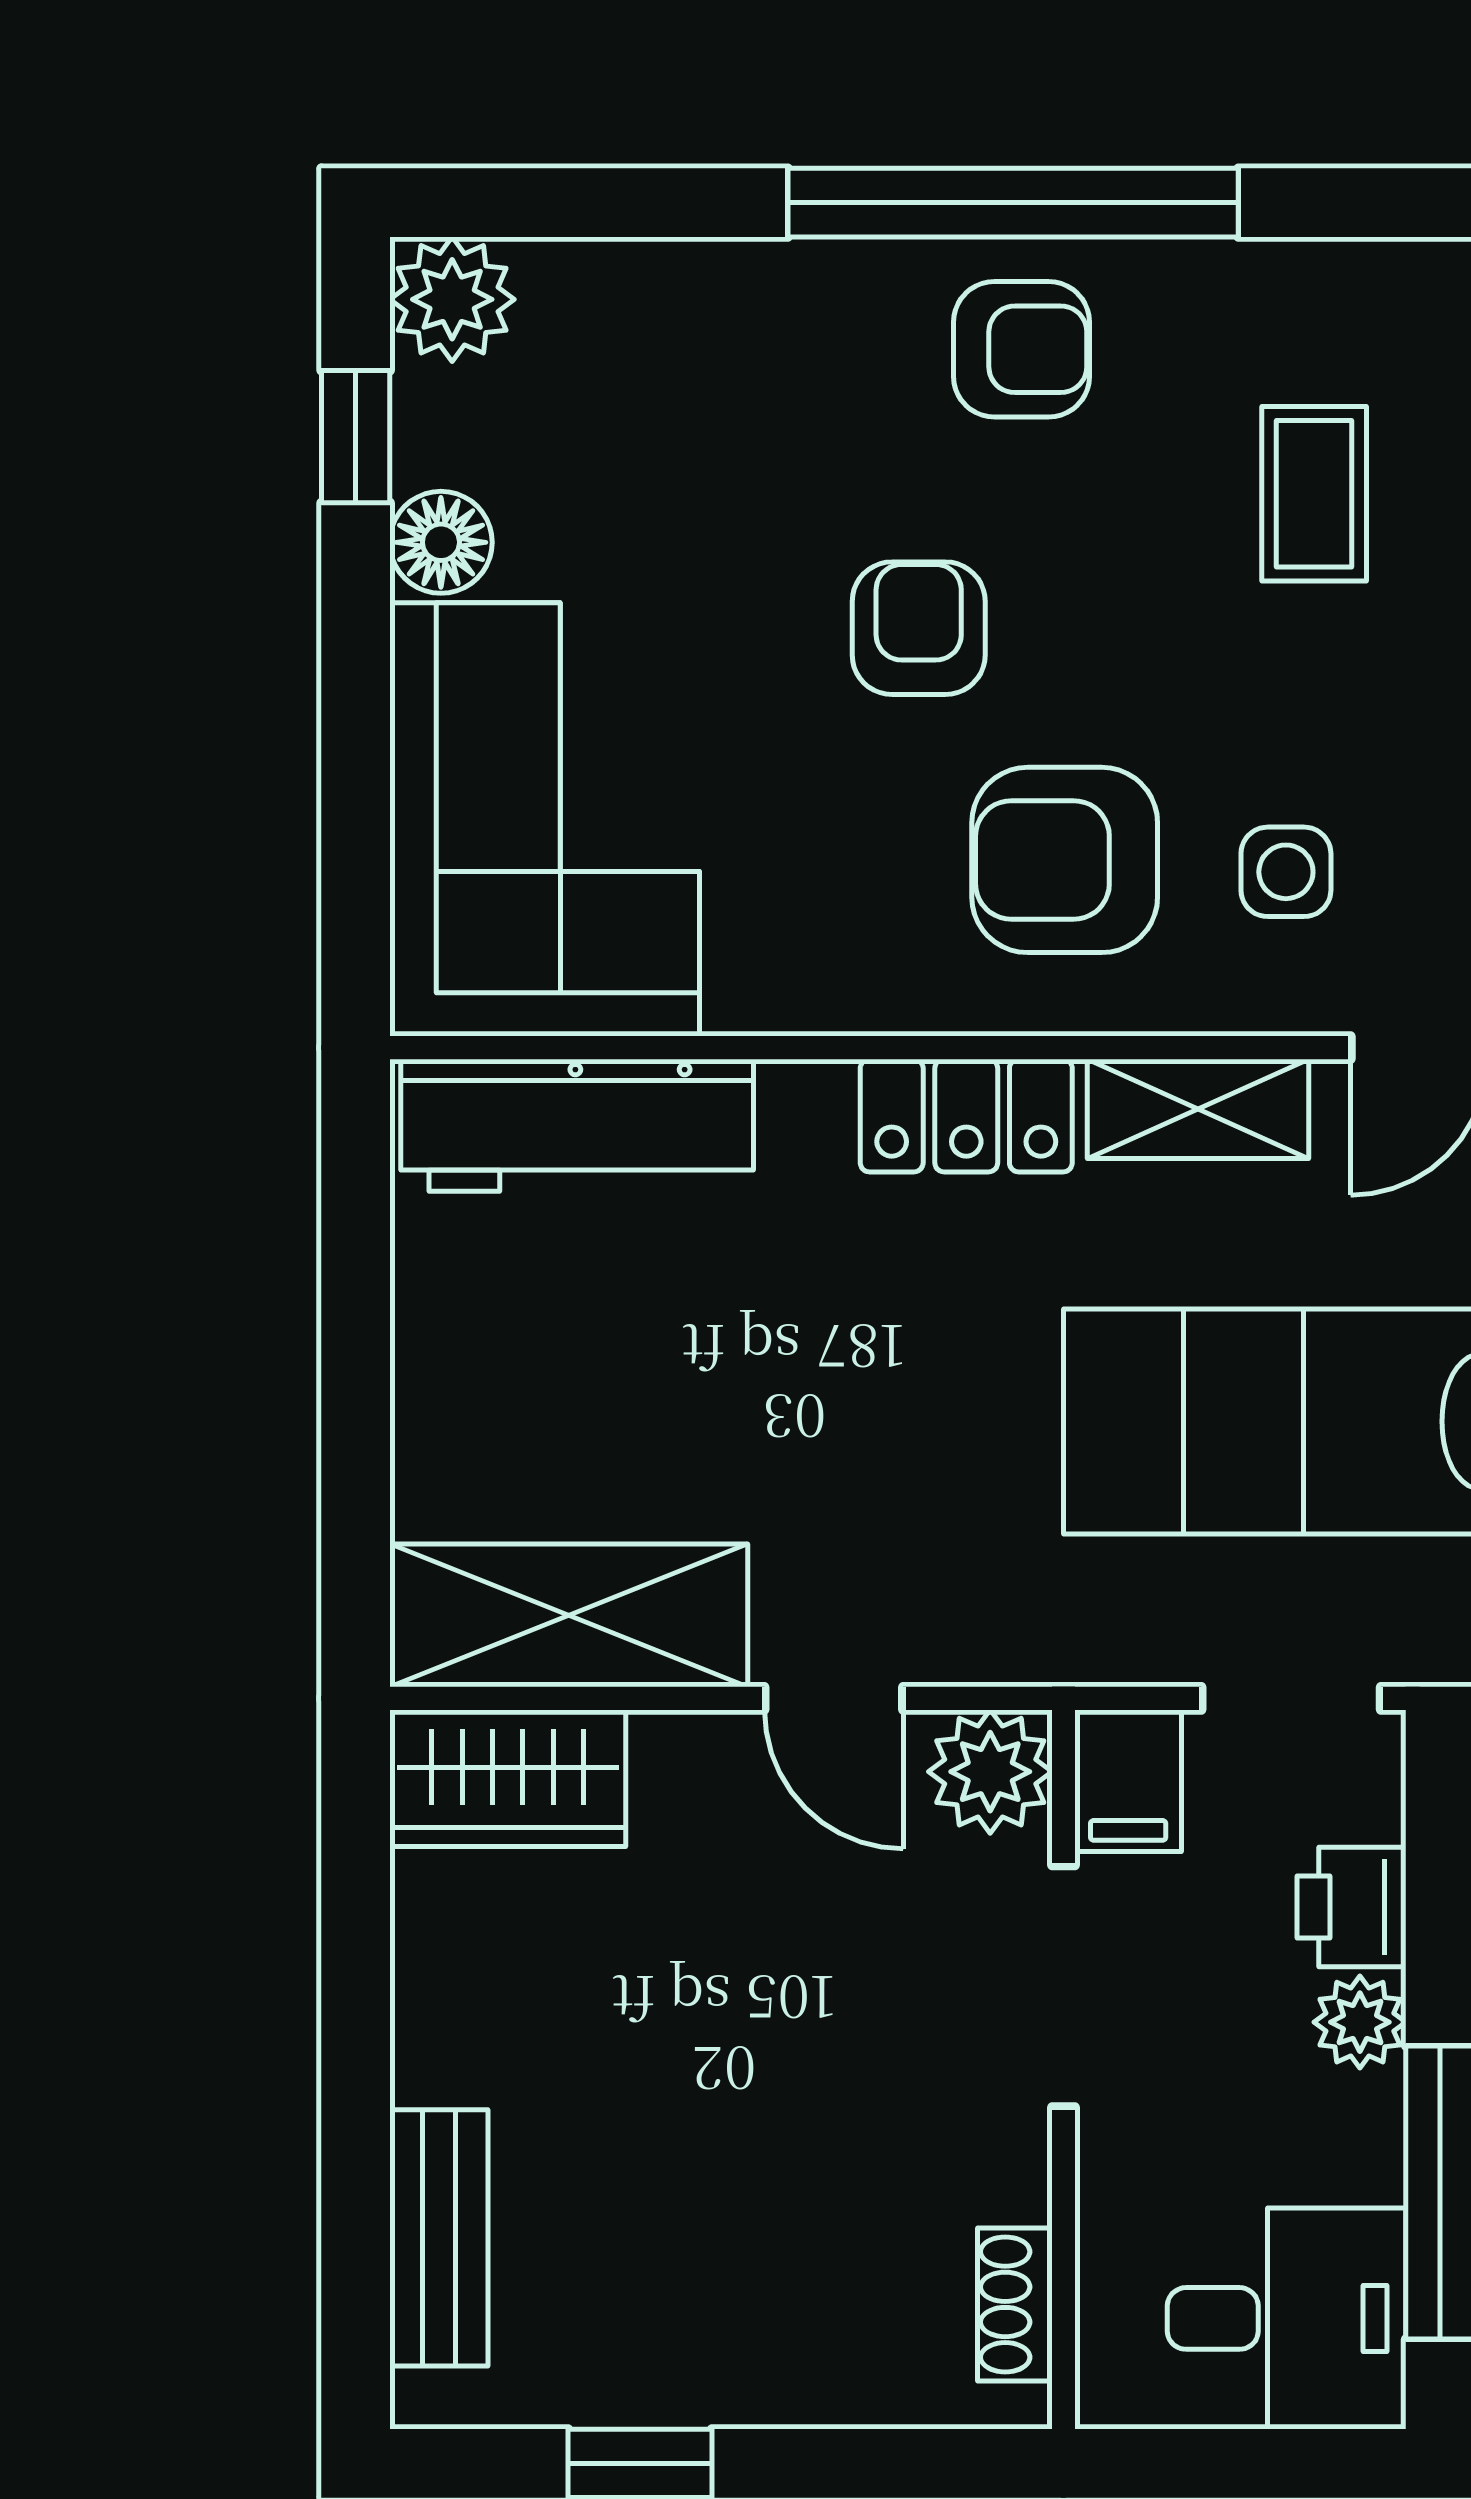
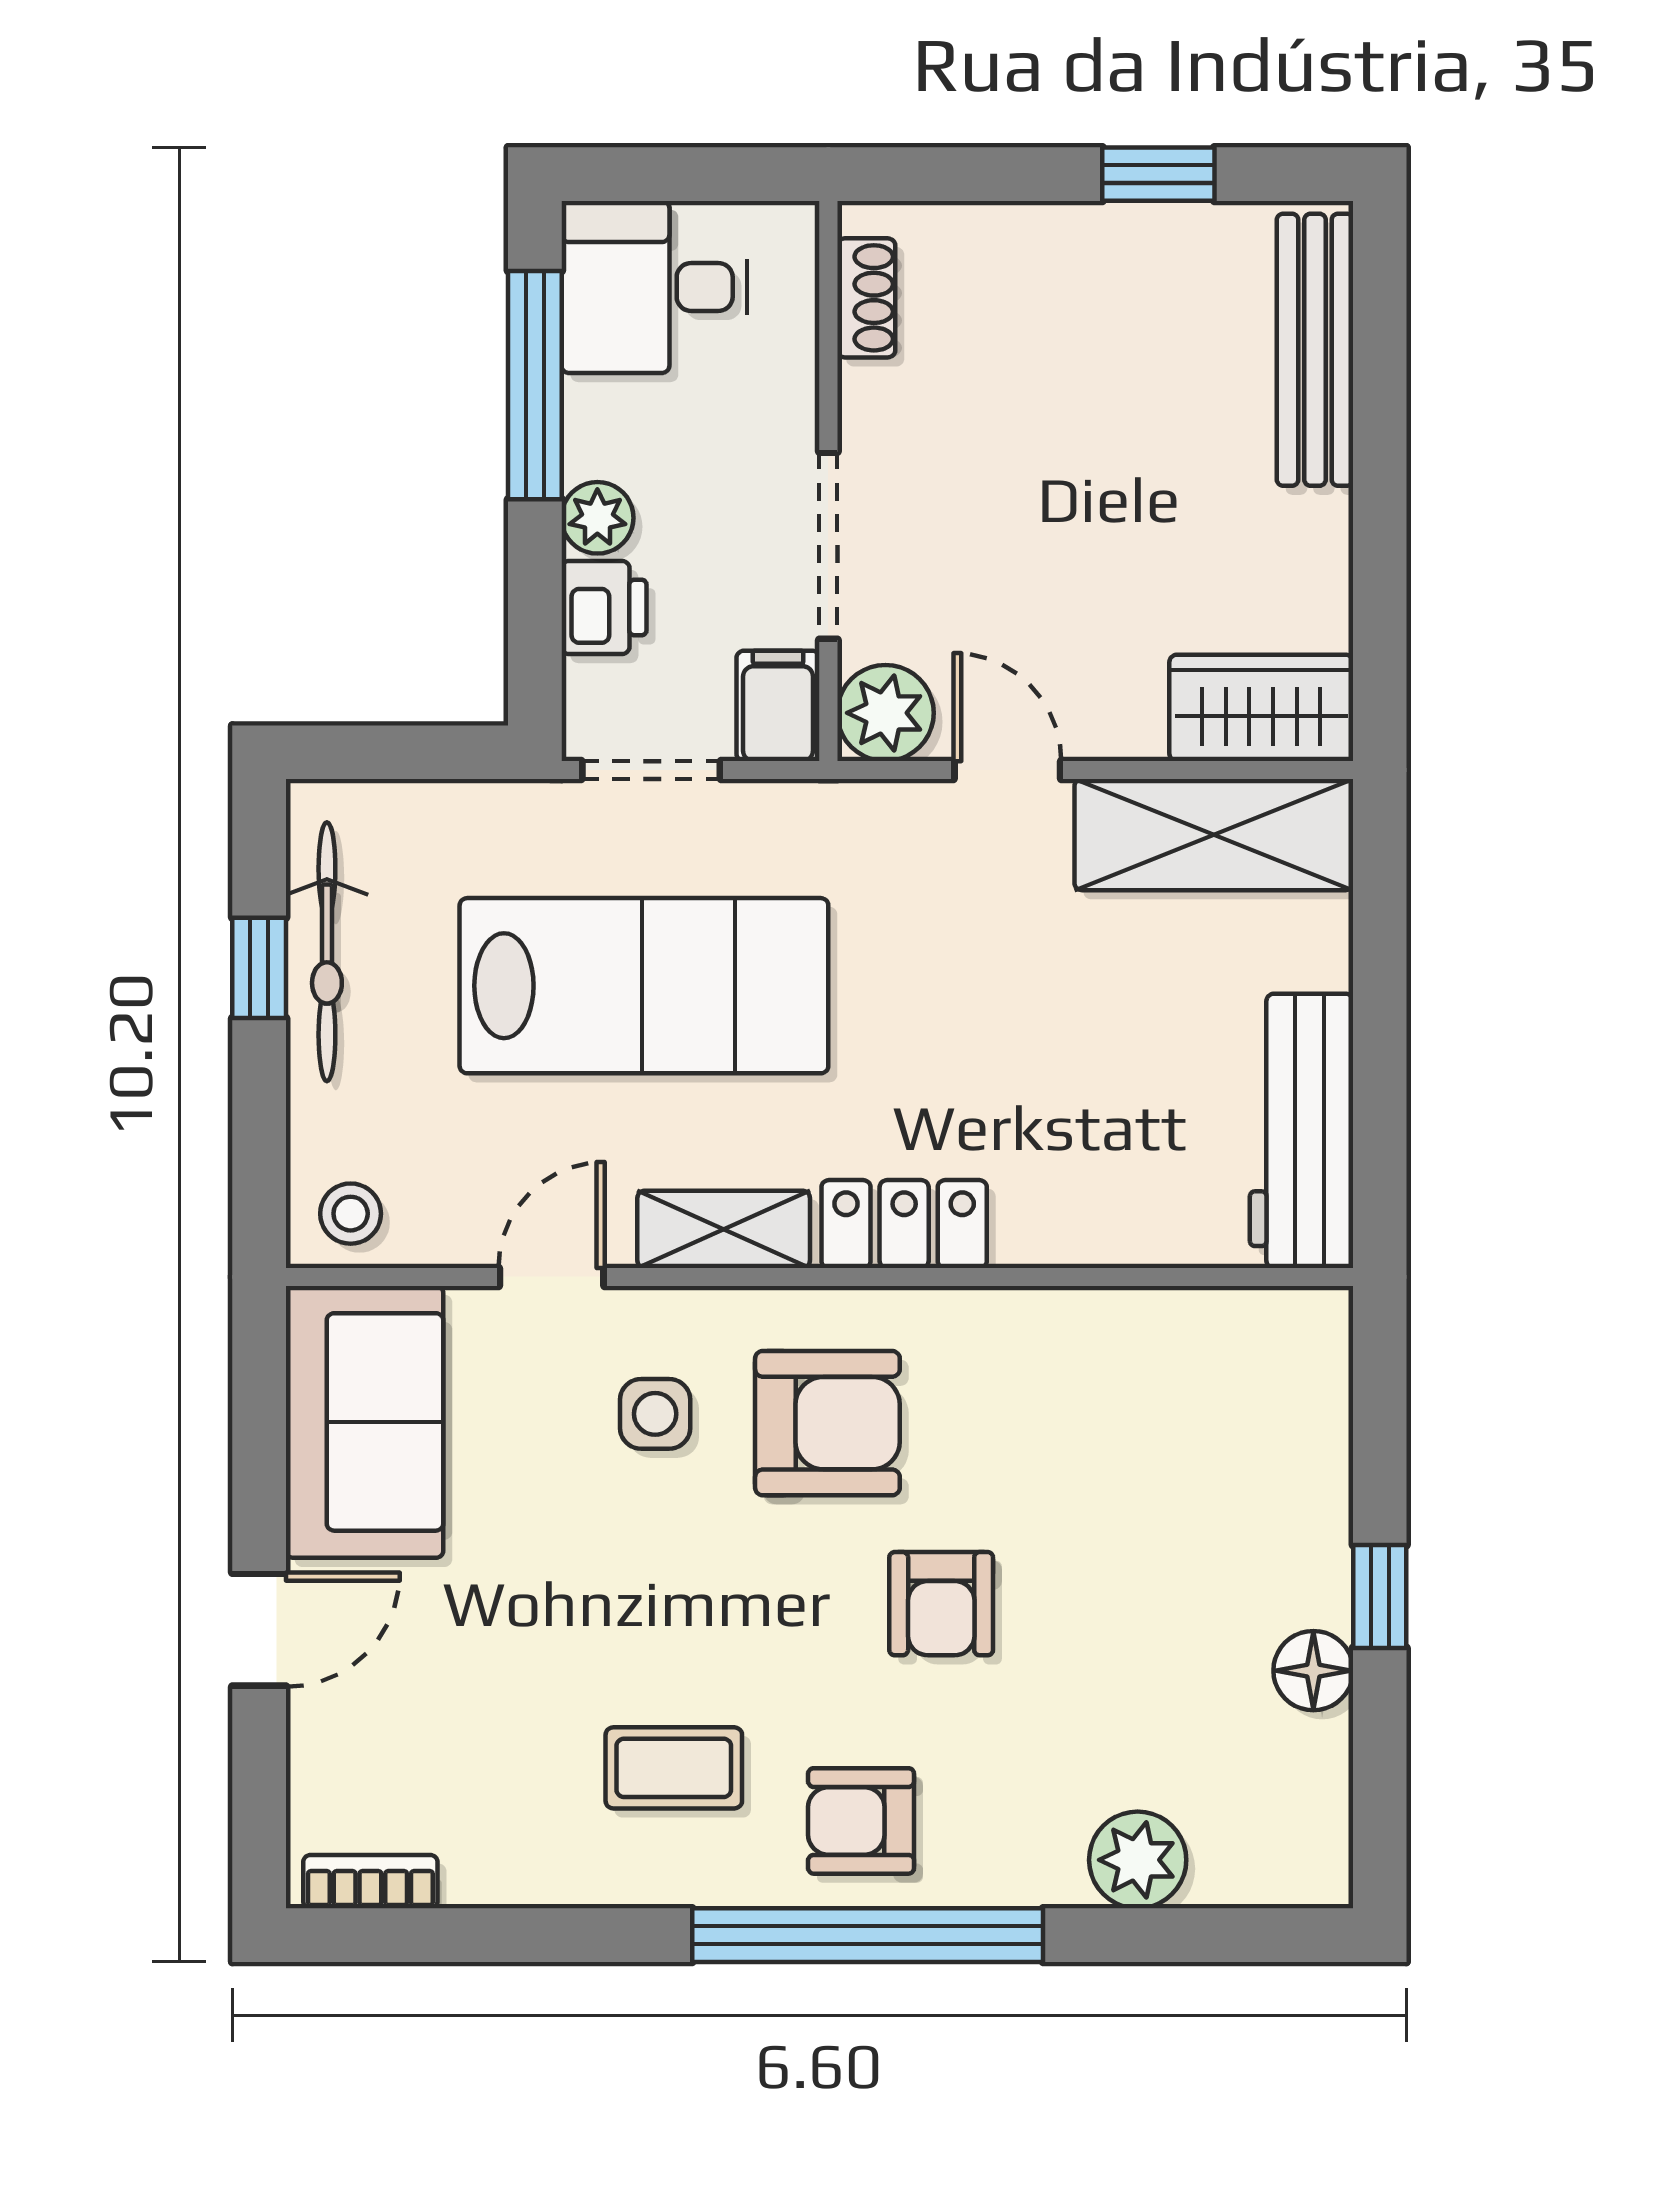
plant: (452, 299) -> (1138, 1860), moved
window: (356, 437) -> (1380, 1596), moved
coffee table: (1314, 494) -> (674, 1768), moved, turned 90
corner sofa: (545, 819) -> (1233, 1455), removed
workbench: (577, 1125) -> (1302, 1131), moved, turned -90
bench: (439, 2238) -> (1315, 350), width x1.36

